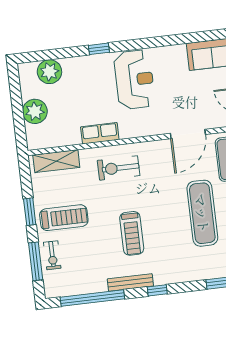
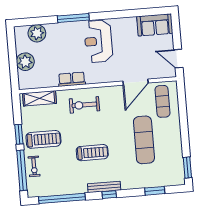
window: (99, 49) -> (73, 18), width x2.17
reception desk: (135, 80) -> (98, 41), turned 180
treadmill: (132, 233) -> (92, 153), turned -90
window: (36, 261) -> (22, 170), width x1.46
bench: (130, 282) -> (104, 187), moved

